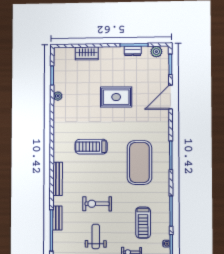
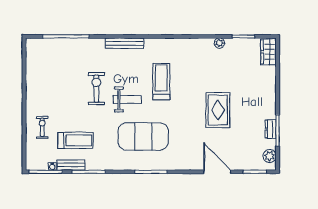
wardrobe: (87, 53) -> (268, 52), moved
bench: (57, 218) -> (71, 165), moved
treadmill: (143, 223) -> (75, 140), turned 180
weight bench: (96, 236) -> (127, 99), moved

